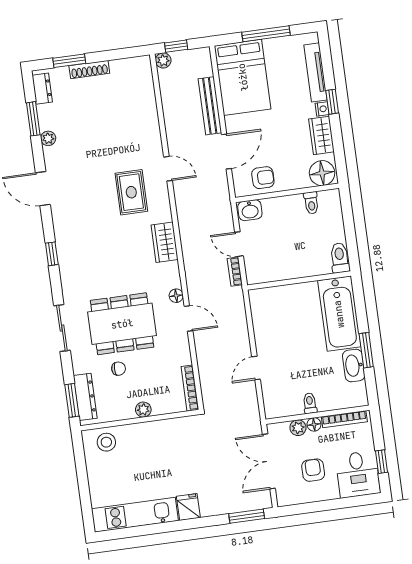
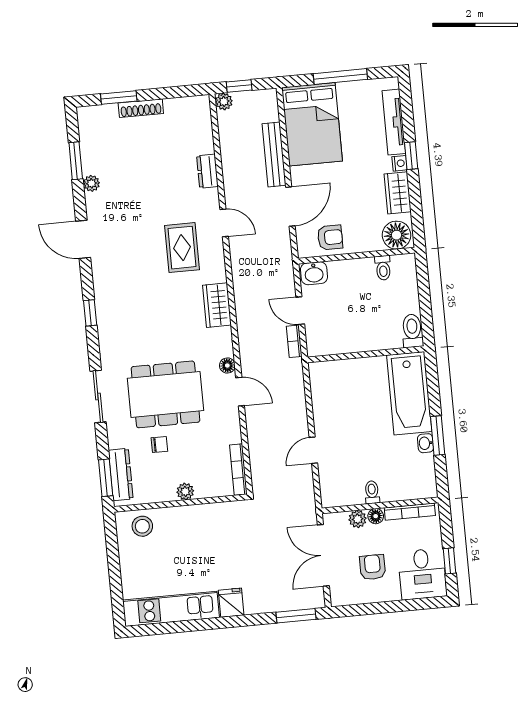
dresser: (42, 89) -> (207, 171), moved, turned 180
washbasin: (354, 365) -> (425, 443), width x0.52, depth x0.69

